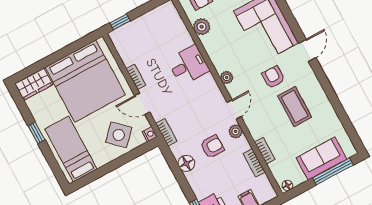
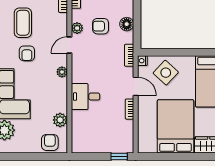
bed: (85, 81) -> (176, 126), width x0.73

